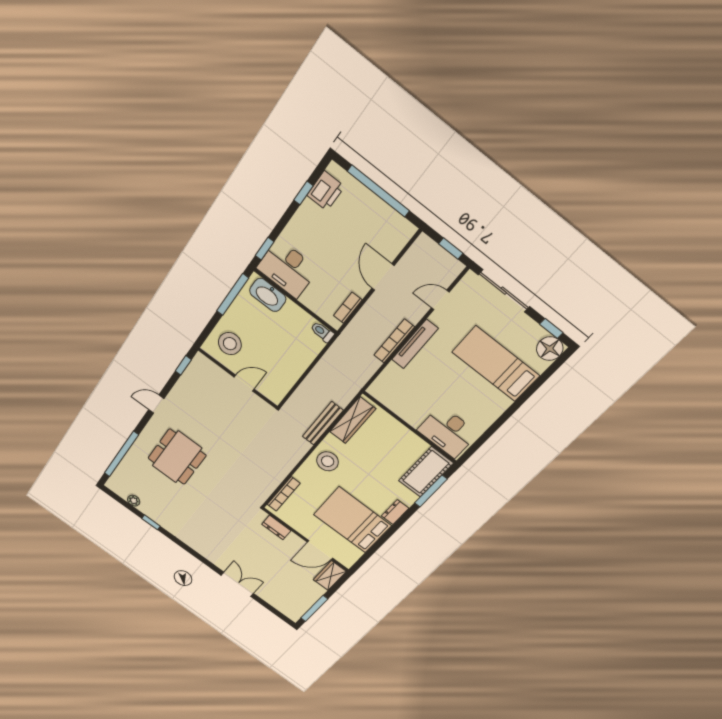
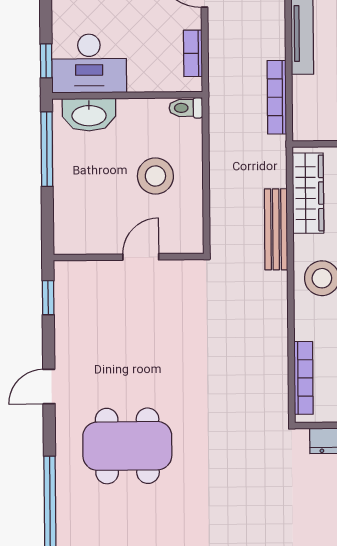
bookcase: (394, 341) -> (277, 97), moved
stool: (230, 344) -> (155, 176), moved
dining table: (177, 457) -> (127, 446), turned 90

